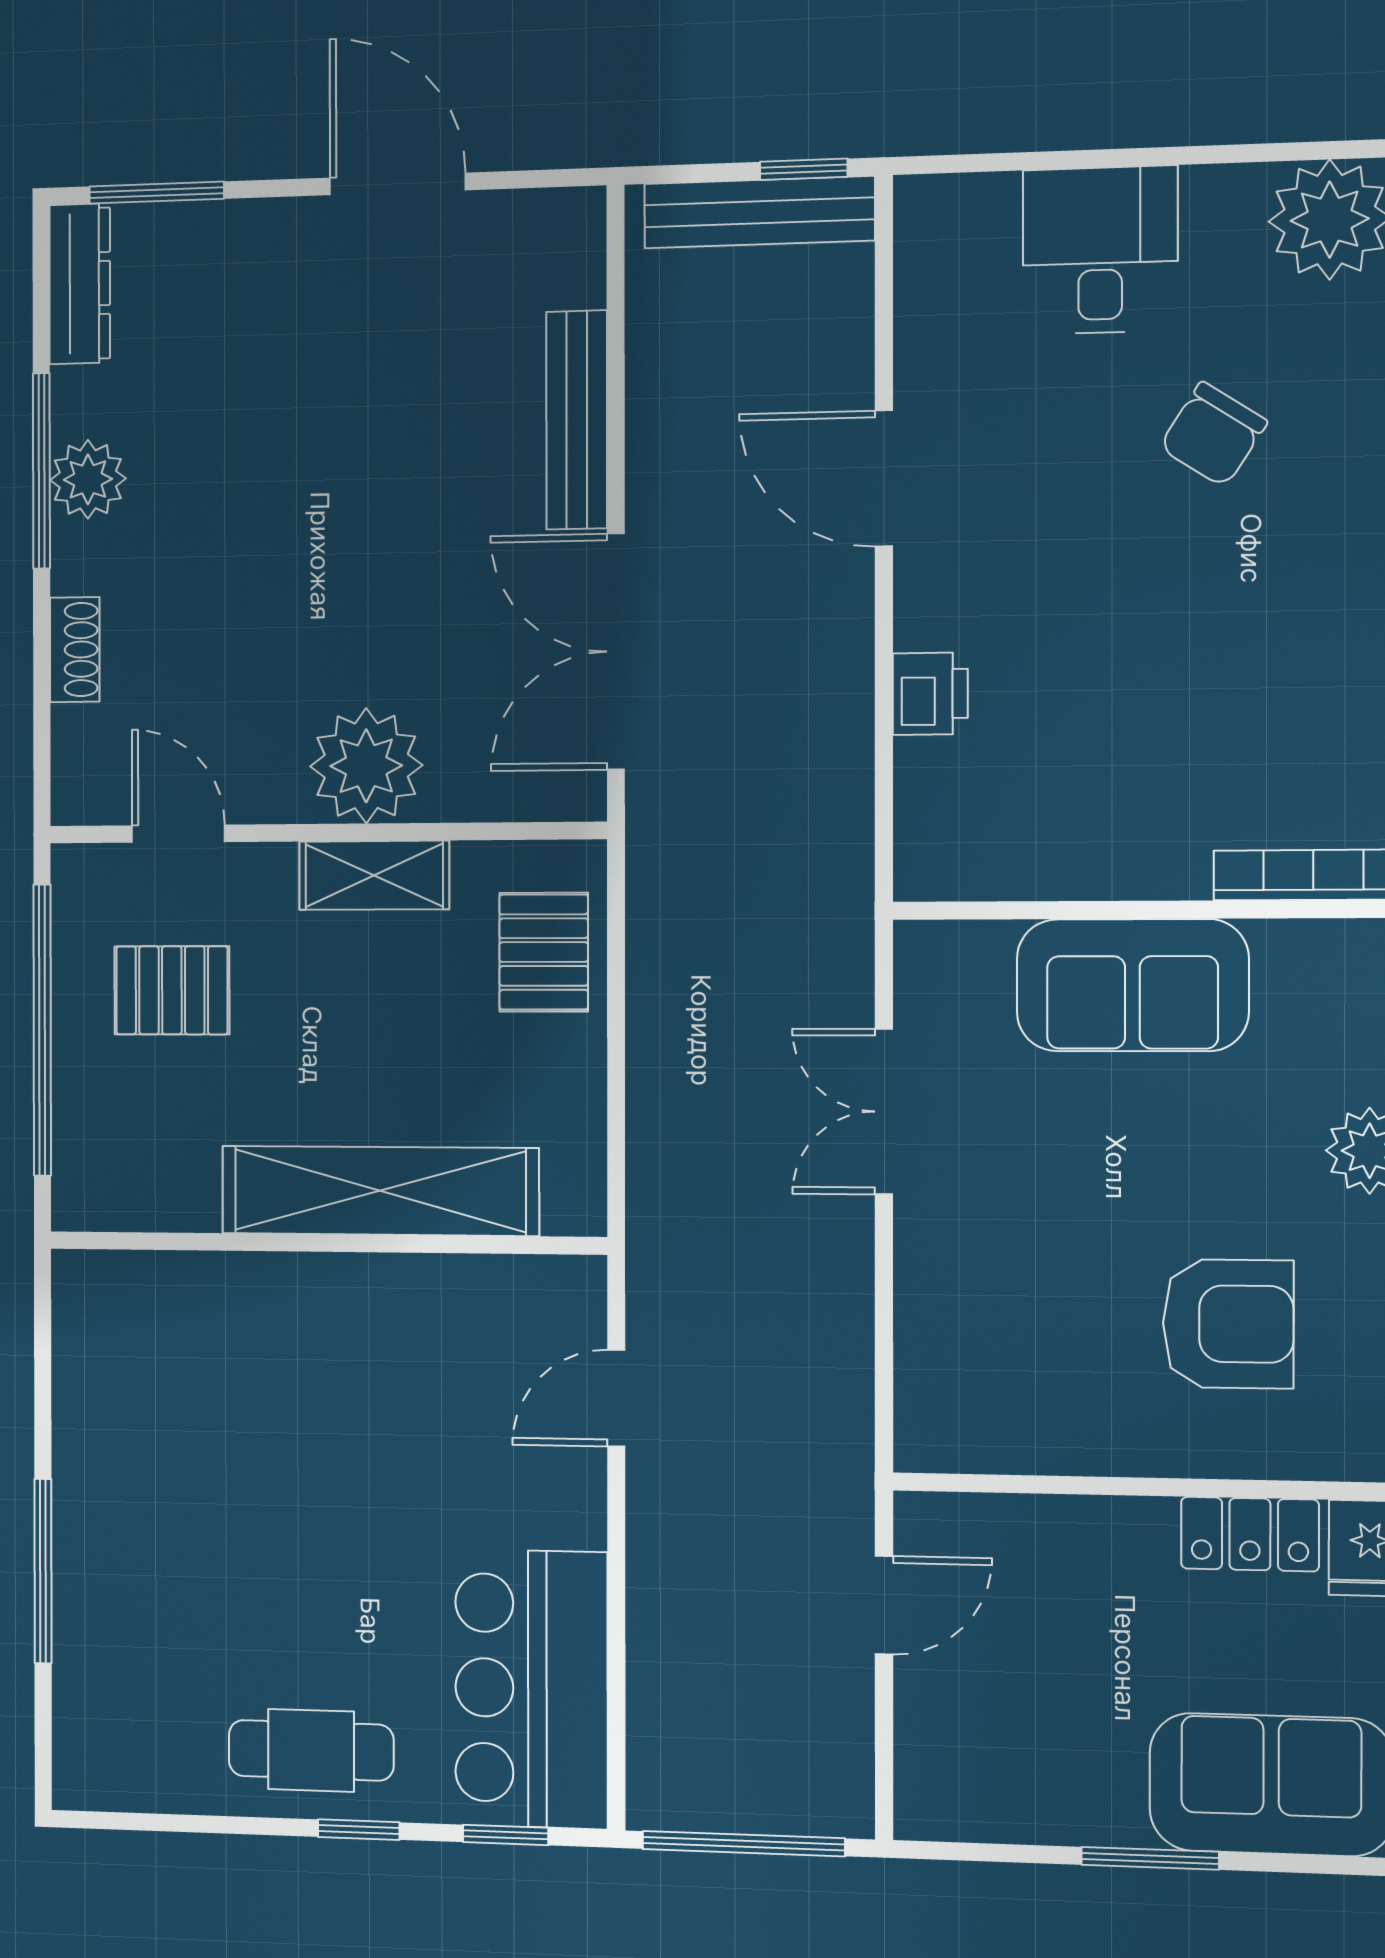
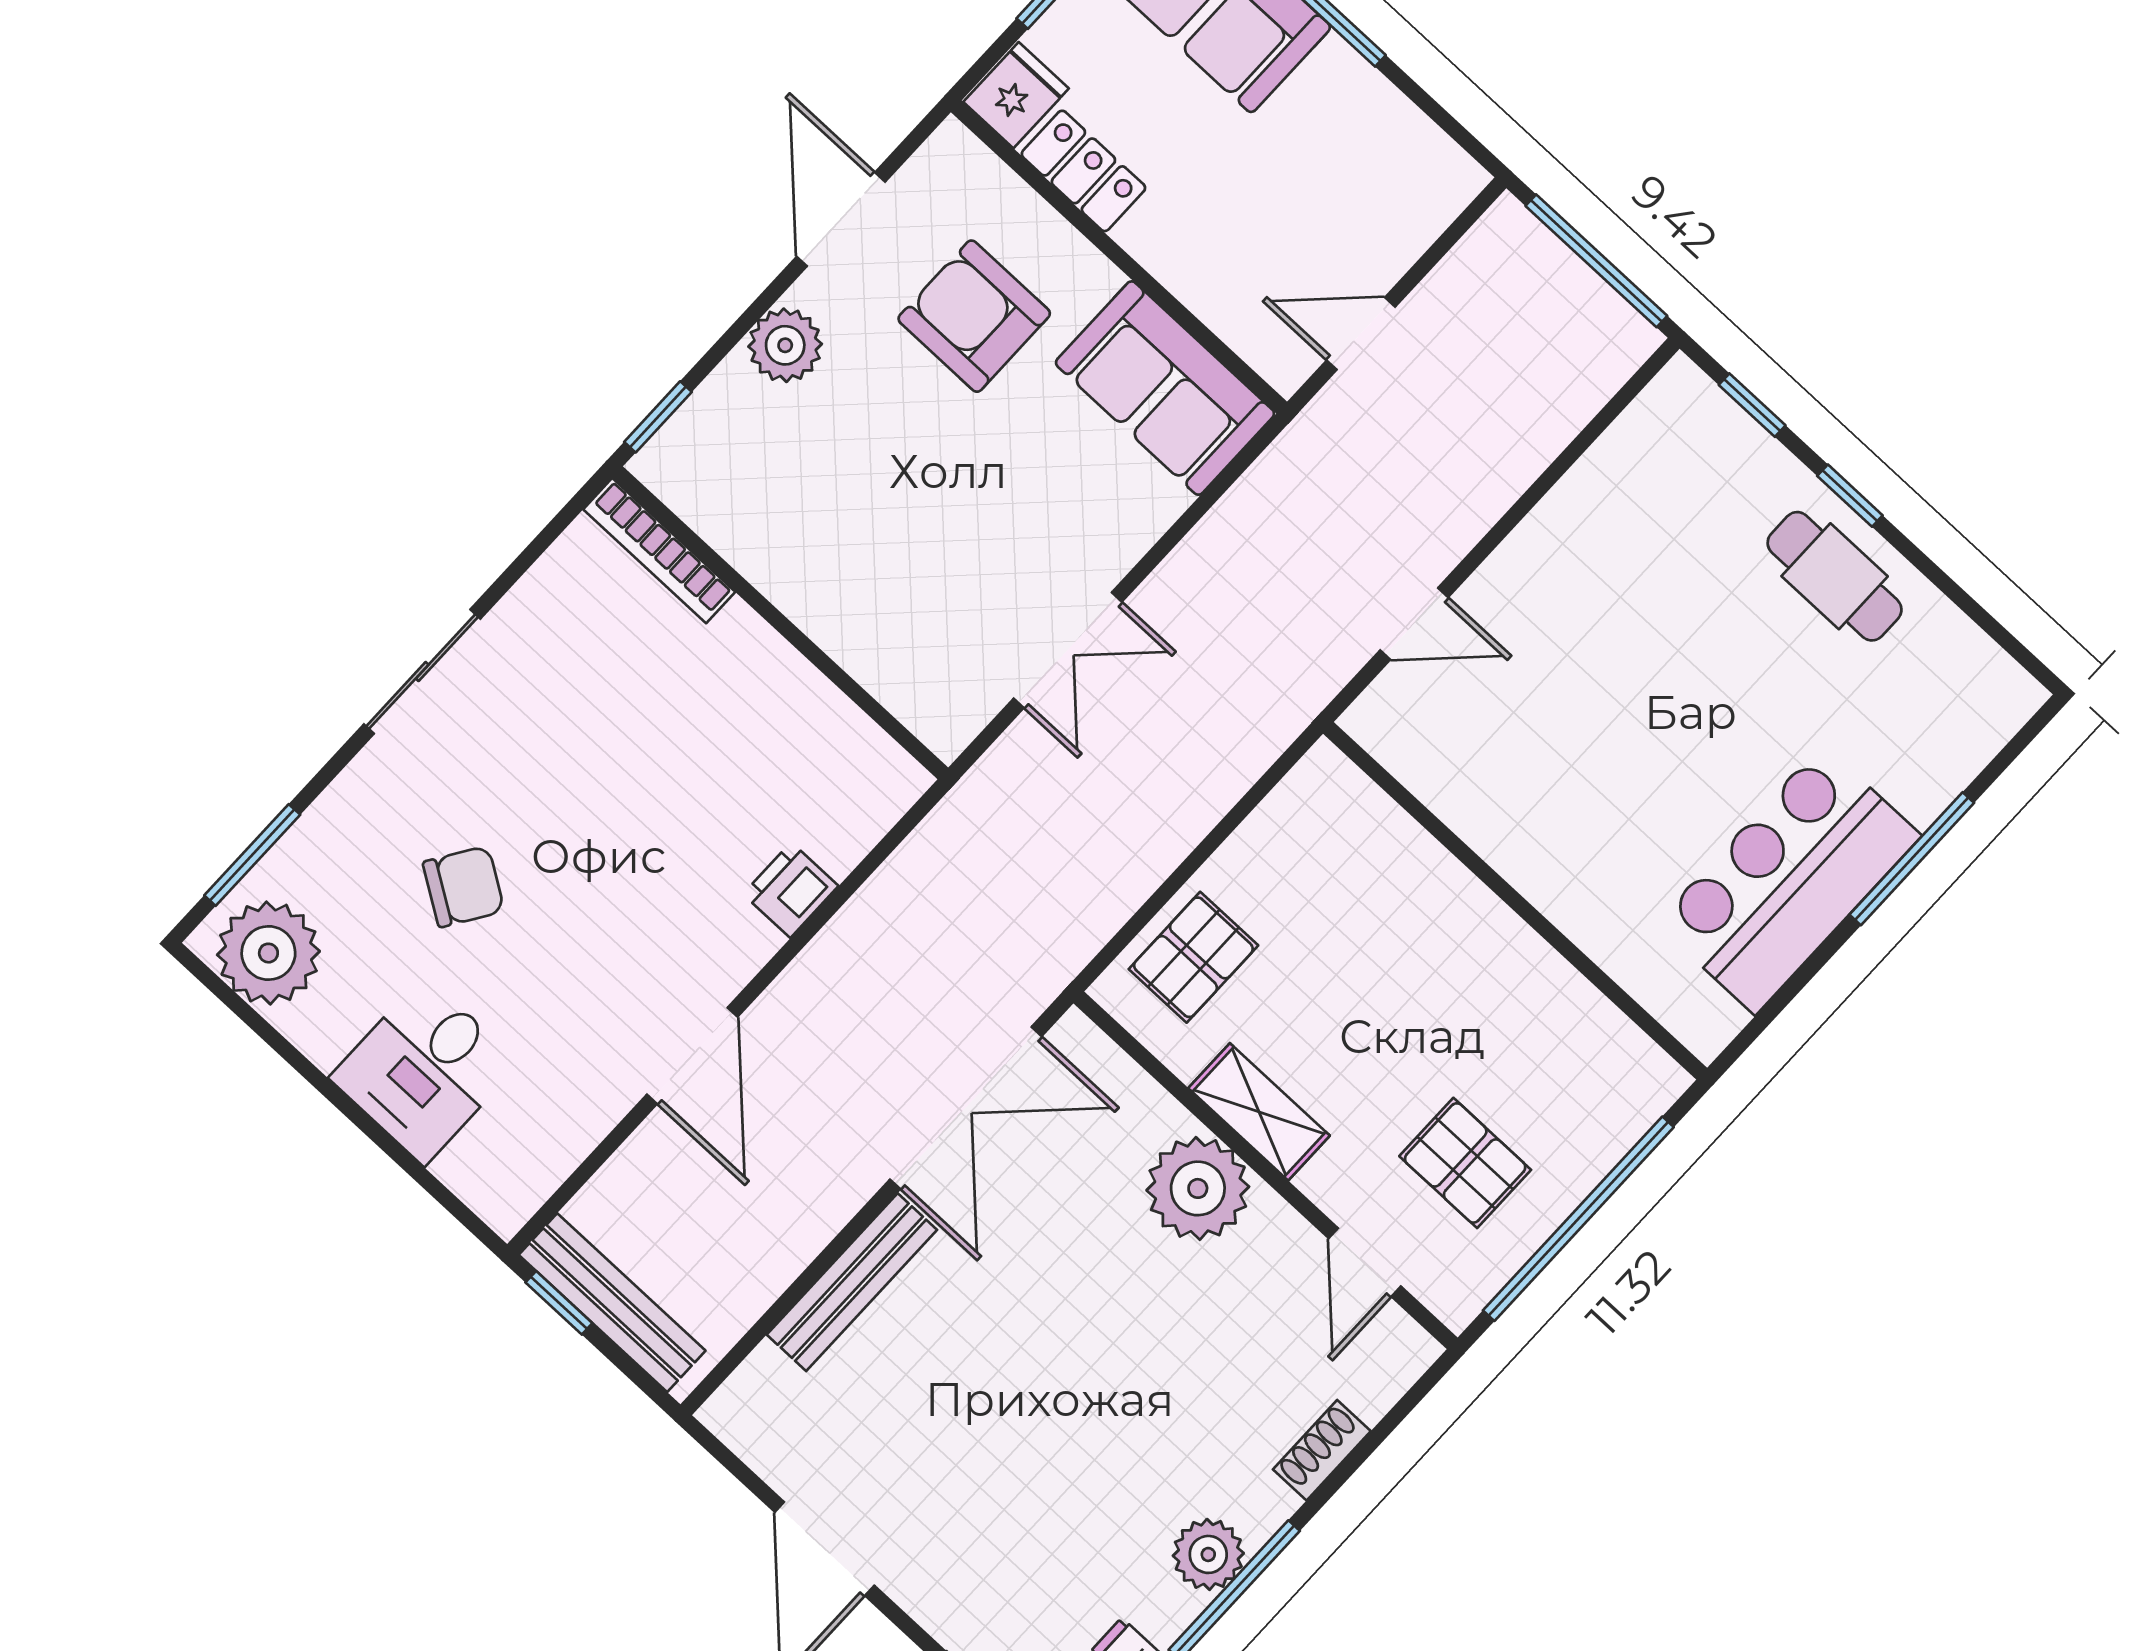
sofa: (1132, 985) -> (1165, 388), moved, turned 180
shelving: (380, 1191) -> (1447, 902), removed
bar counter: (531, 1689) -> (1789, 880), moved, turned 180

